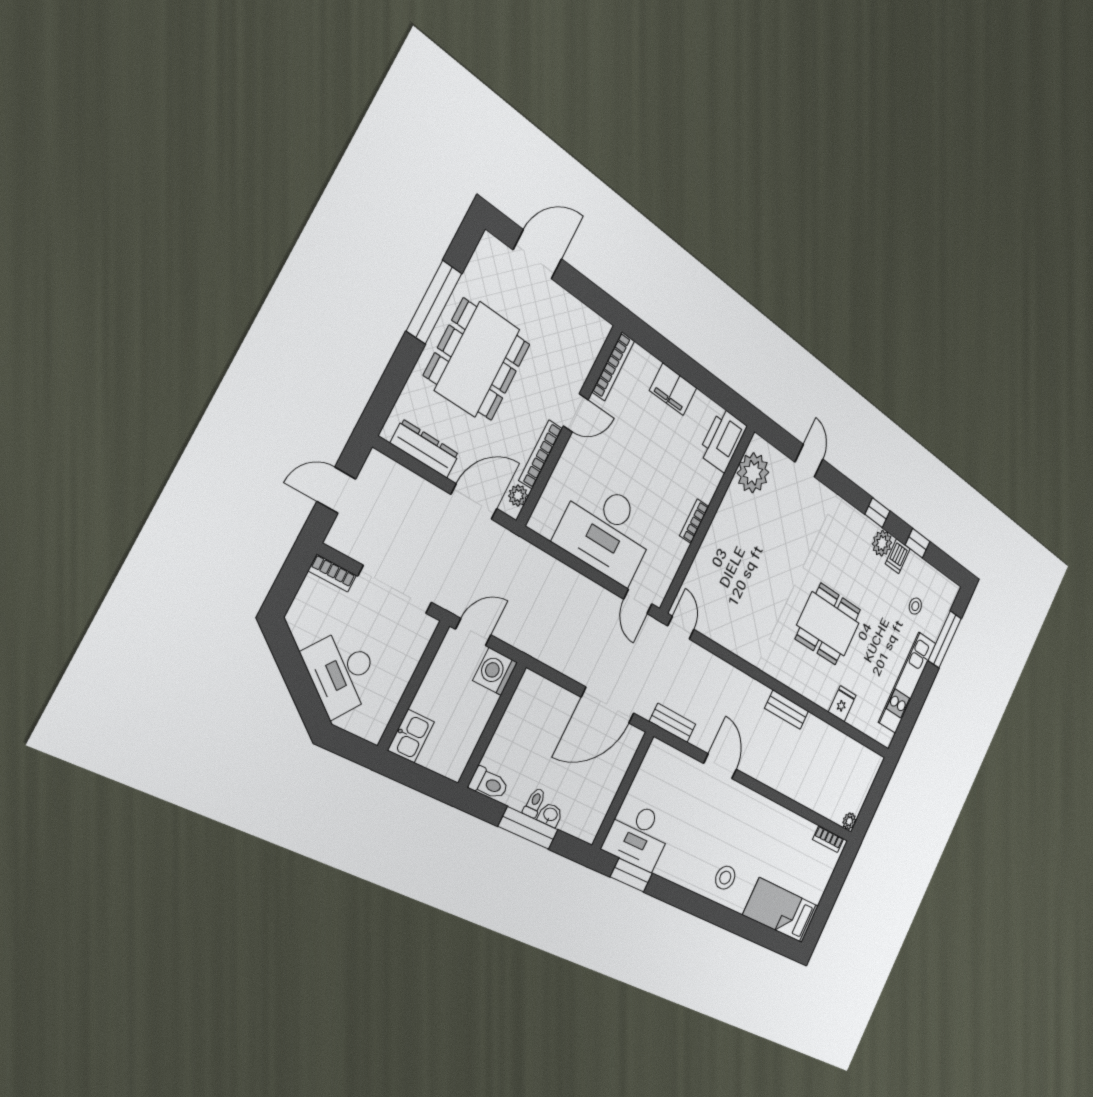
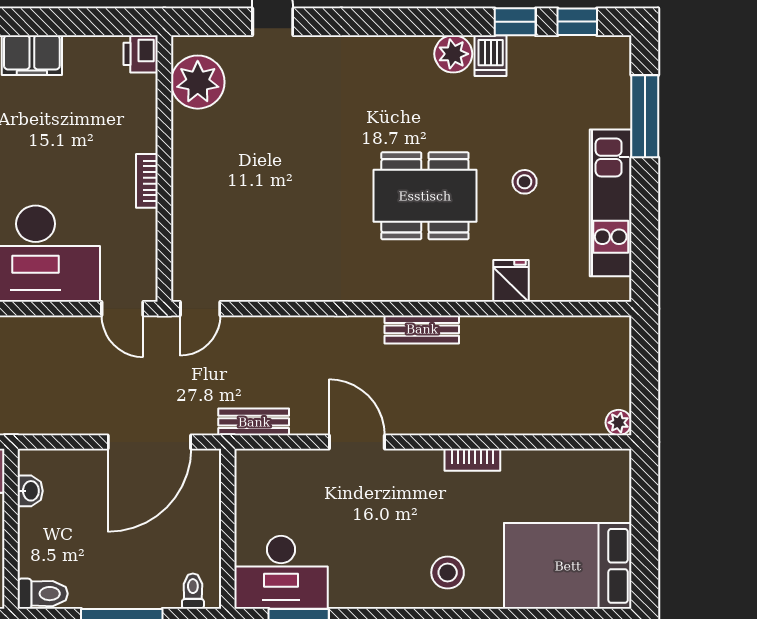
printer: (723, 440) -> (141, 54), width x0.53, depth x0.68
window: (877, 513) -> (577, 22), moved
stool: (915, 606) -> (525, 182), moved
door: (681, 628) -> (200, 309), swing flipped
toilet: (534, 803) -> (193, 591), moved
washbasin: (550, 815) -> (30, 491), moved, turned 90
bookcase: (828, 839) -> (472, 460), moved
bed: (781, 910) -> (568, 566), width x1.50

